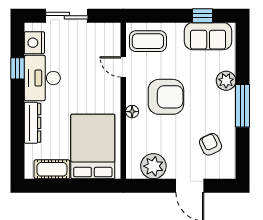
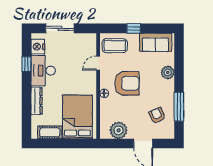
window: (202, 16) -> (134, 28), moved
door: (123, 67) -> (98, 63), hinge flipped
window: (243, 106) -> (179, 107), moved

